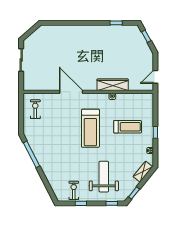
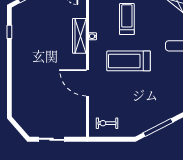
door: (71, 92) -> (88, 83), hinge flipped
treadmill: (90, 128) -> (129, 61), turned 180

